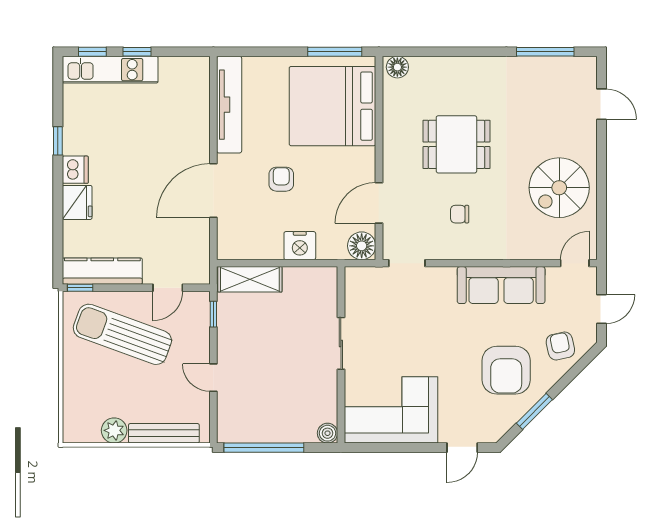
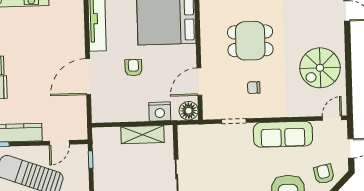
nightstand: (300, 246) -> (160, 111), moved
doorway: (407, 263) -> (234, 121), moved
shelving: (250, 279) -> (143, 135), moved

